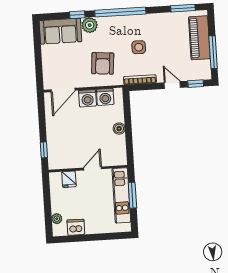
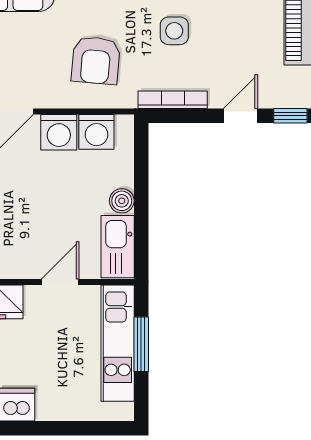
door: (172, 85) -> (240, 116), hinge flipped
kitchen sink: (118, 150) -> (118, 247), added

